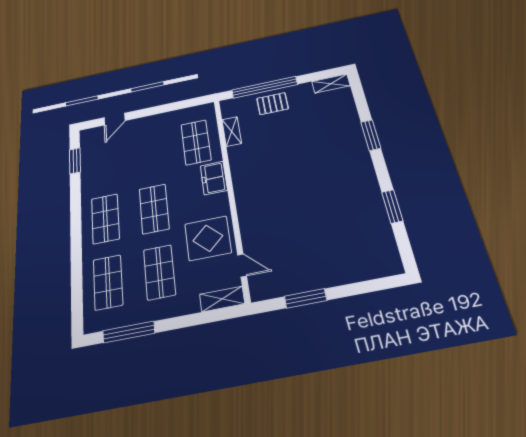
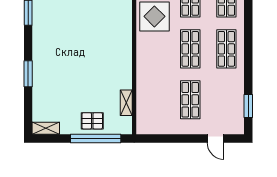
door: (115, 119) -> (216, 138), swing flipped
shop shelf: (196, 142) -> (190, 100), moved
freezer: (214, 178) -> (145, 65), removed

